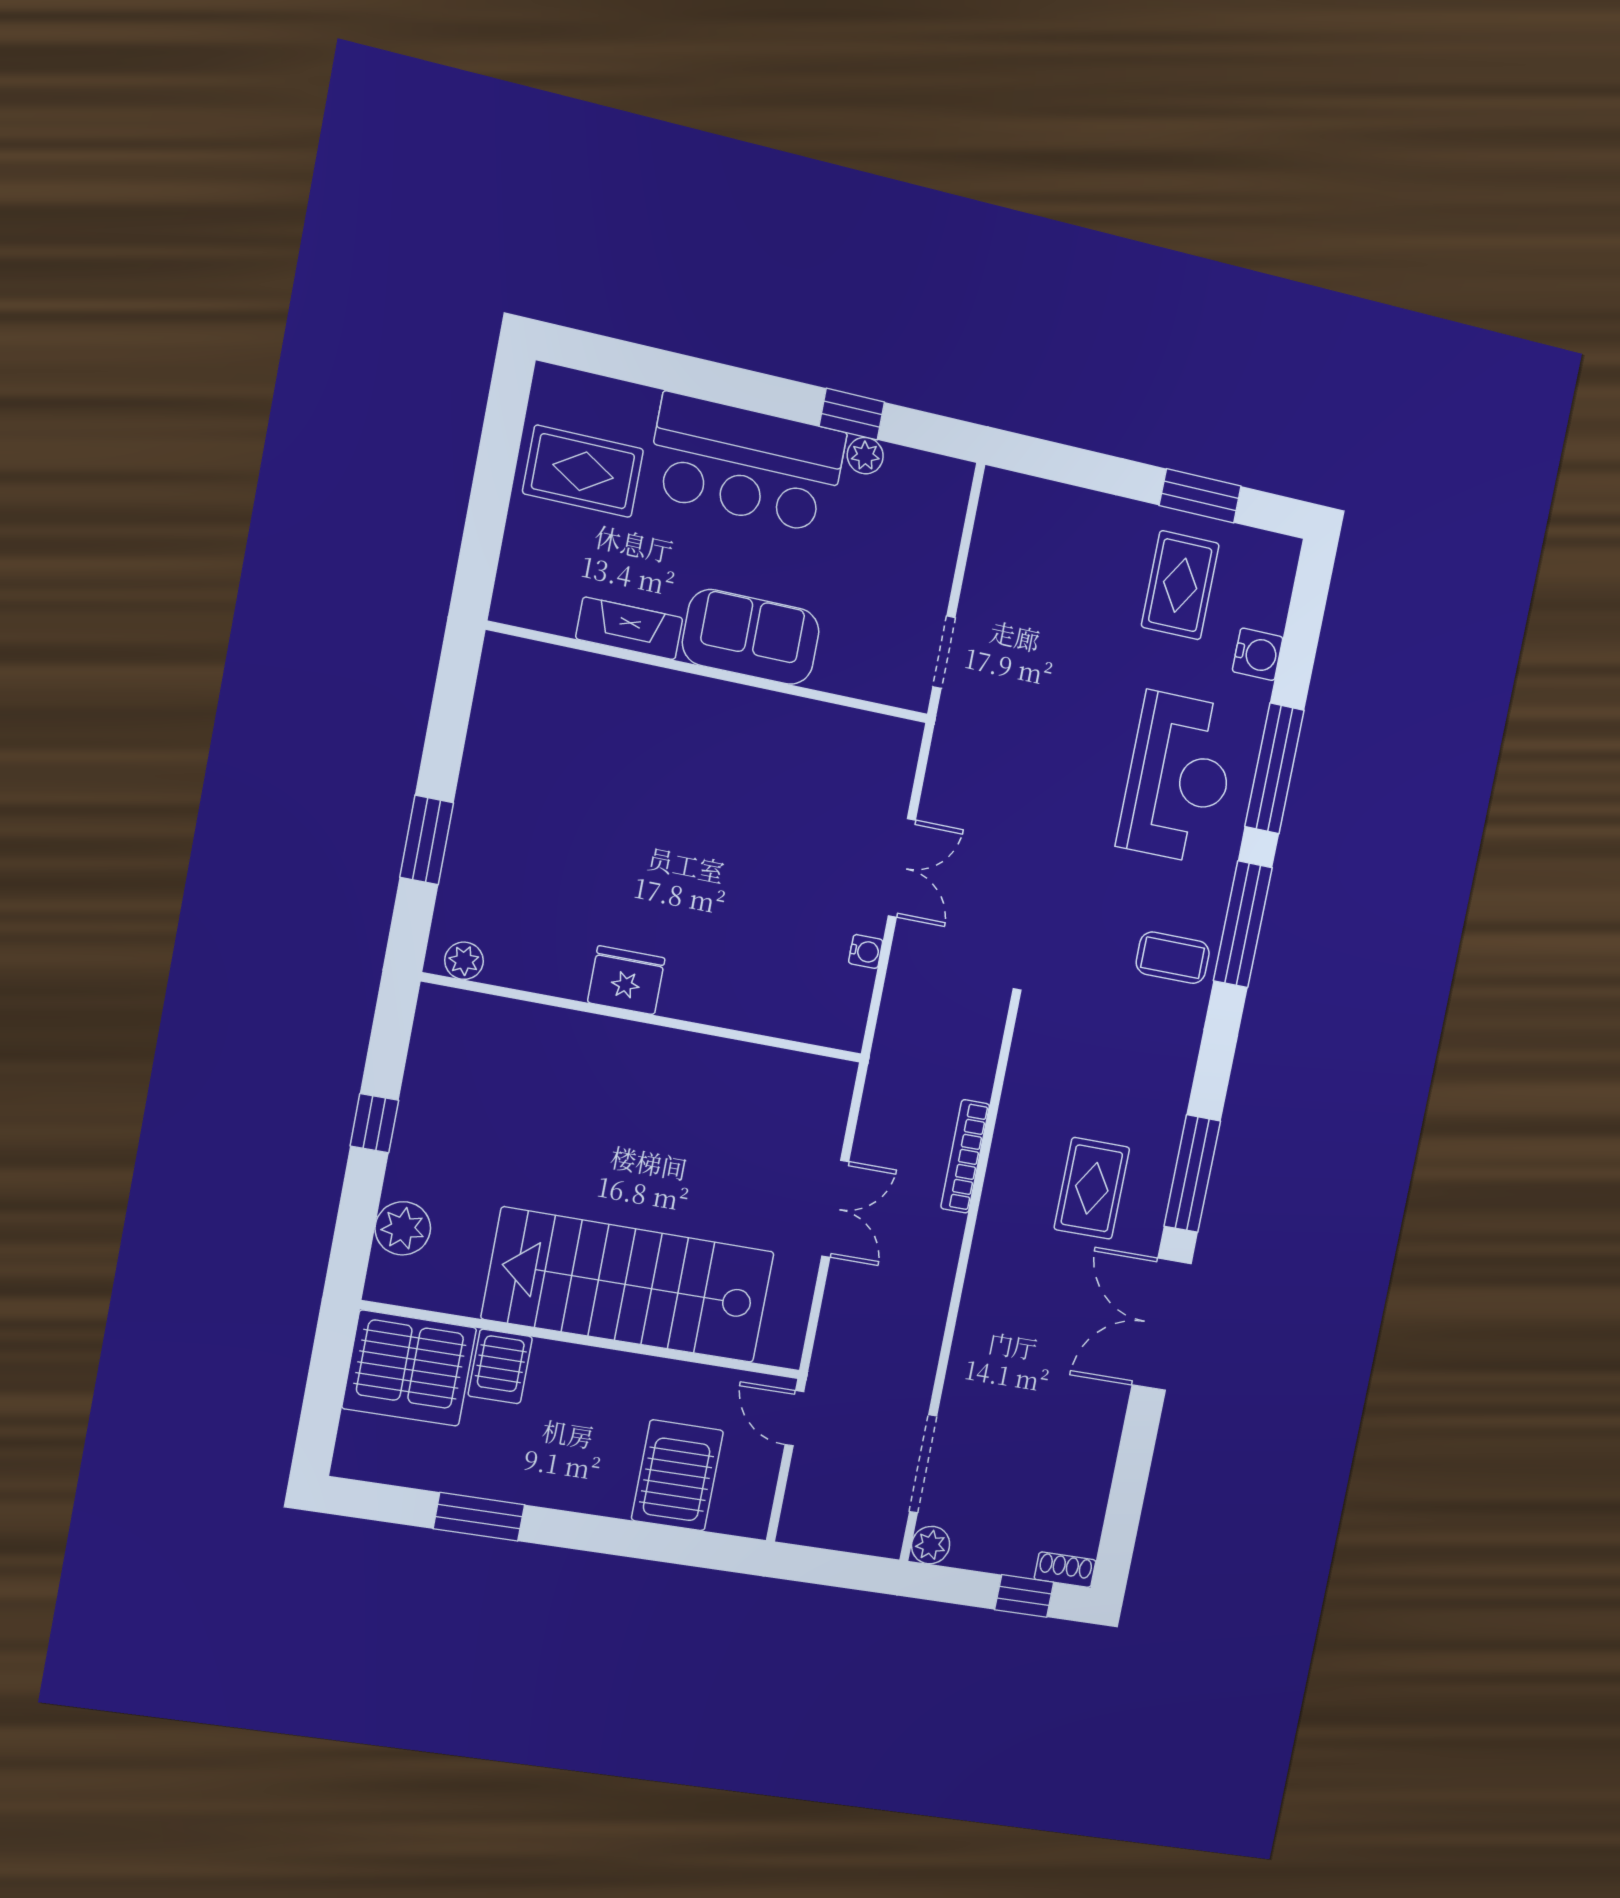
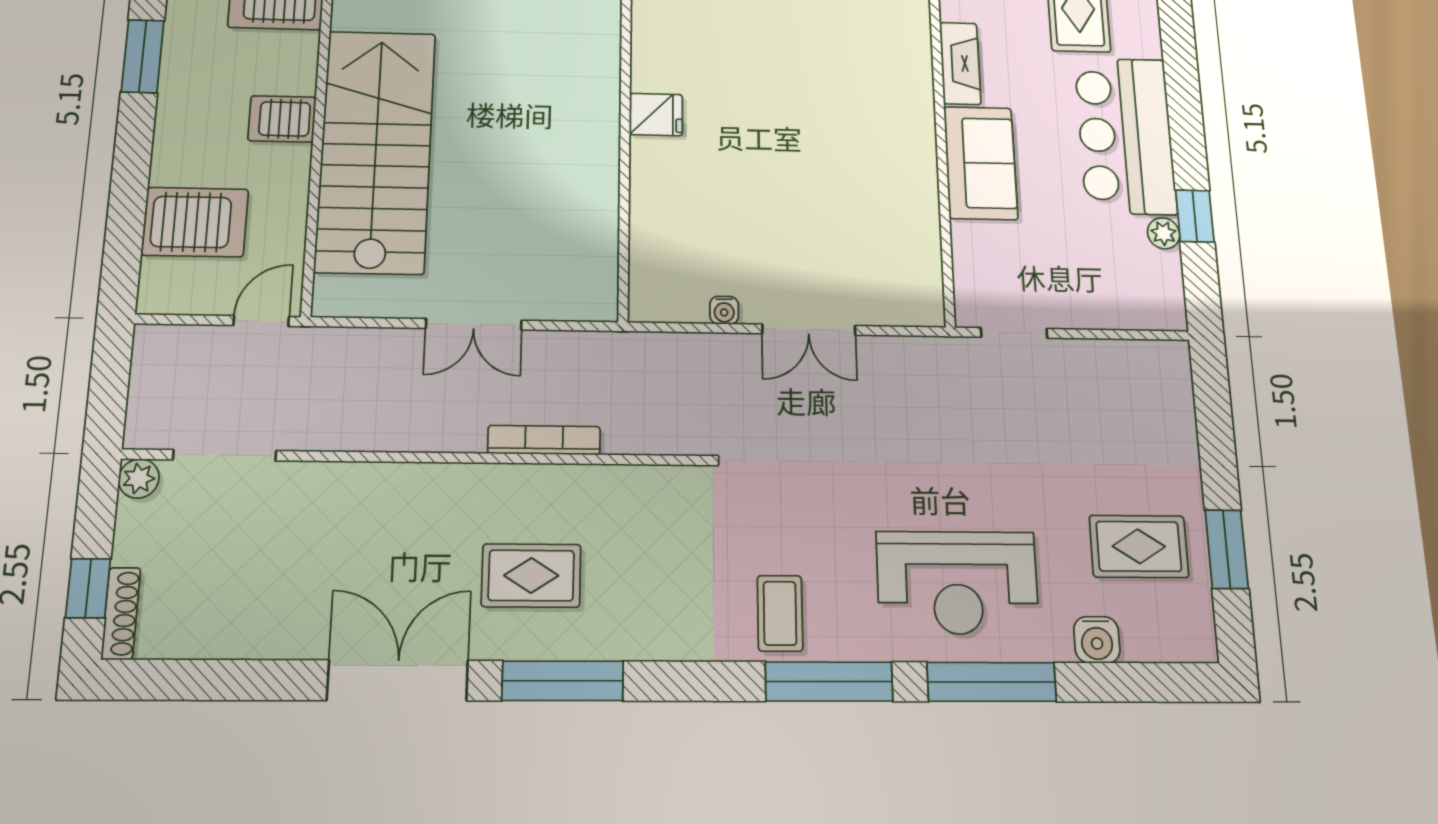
fridge: (626, 980) -> (656, 115), width x0.72
server rack: (500, 1366) -> (282, 119), moved
shoe rack: (1065, 1570) -> (121, 613), width x1.43

